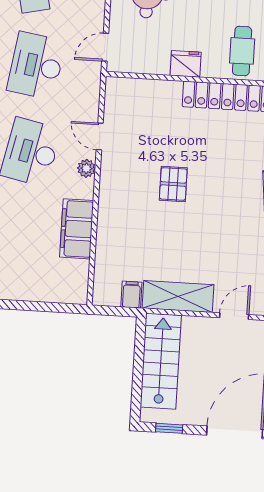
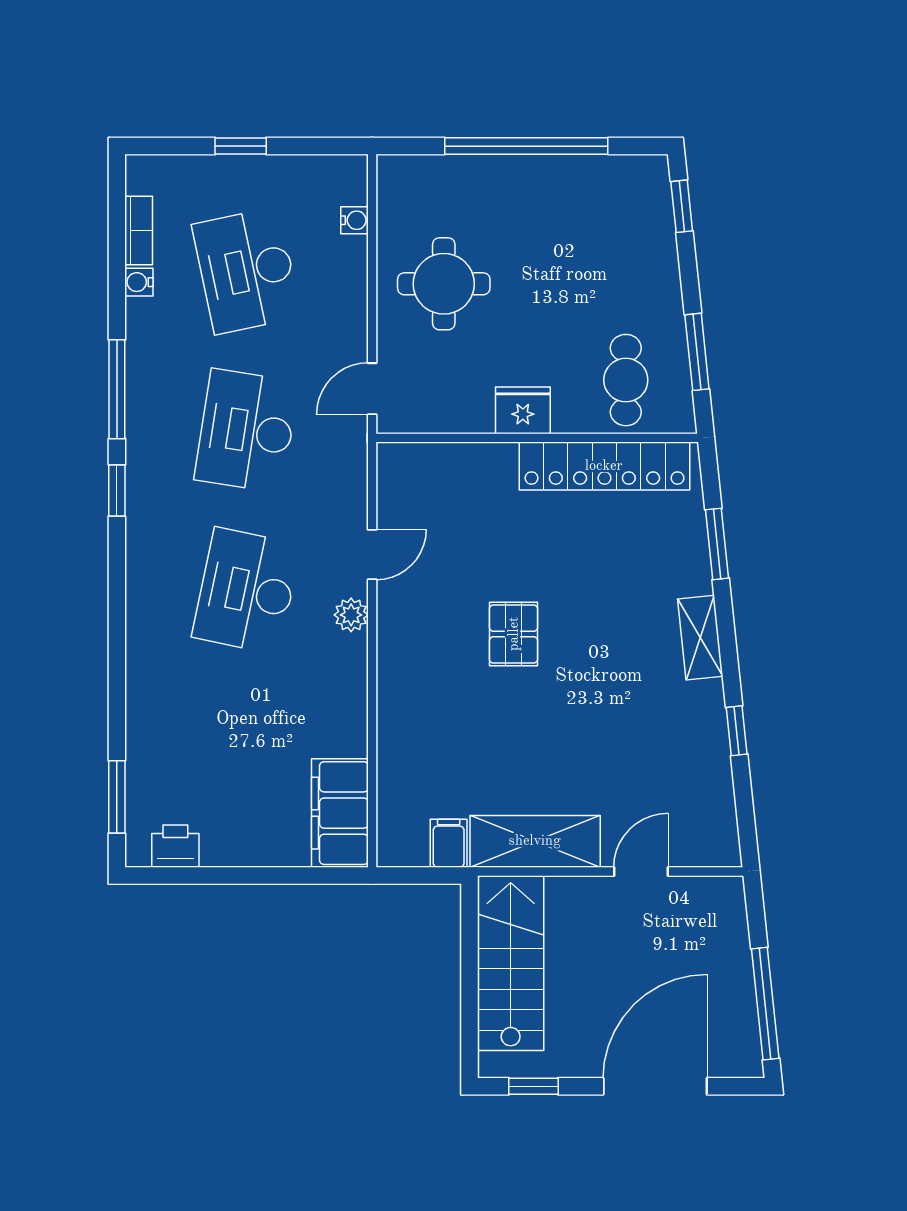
door: (100, 137) -> (372, 555), swing flipped
filing cabinet: (77, 229) -> (340, 813), moved

